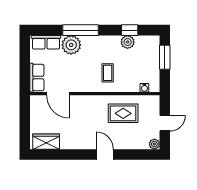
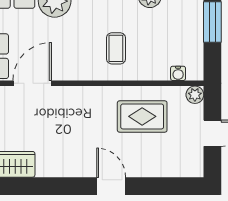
door: (58, 94) -> (32, 83), swing flipped
plant: (154, 144) -> (195, 95), moved

